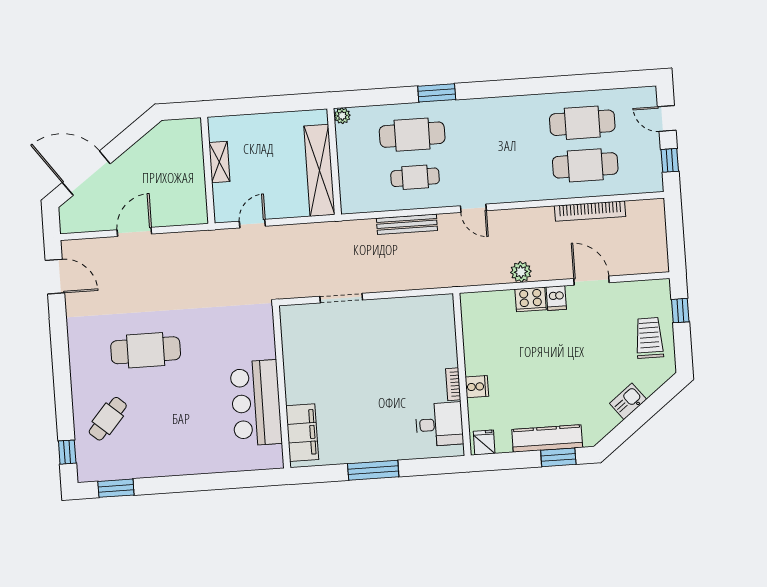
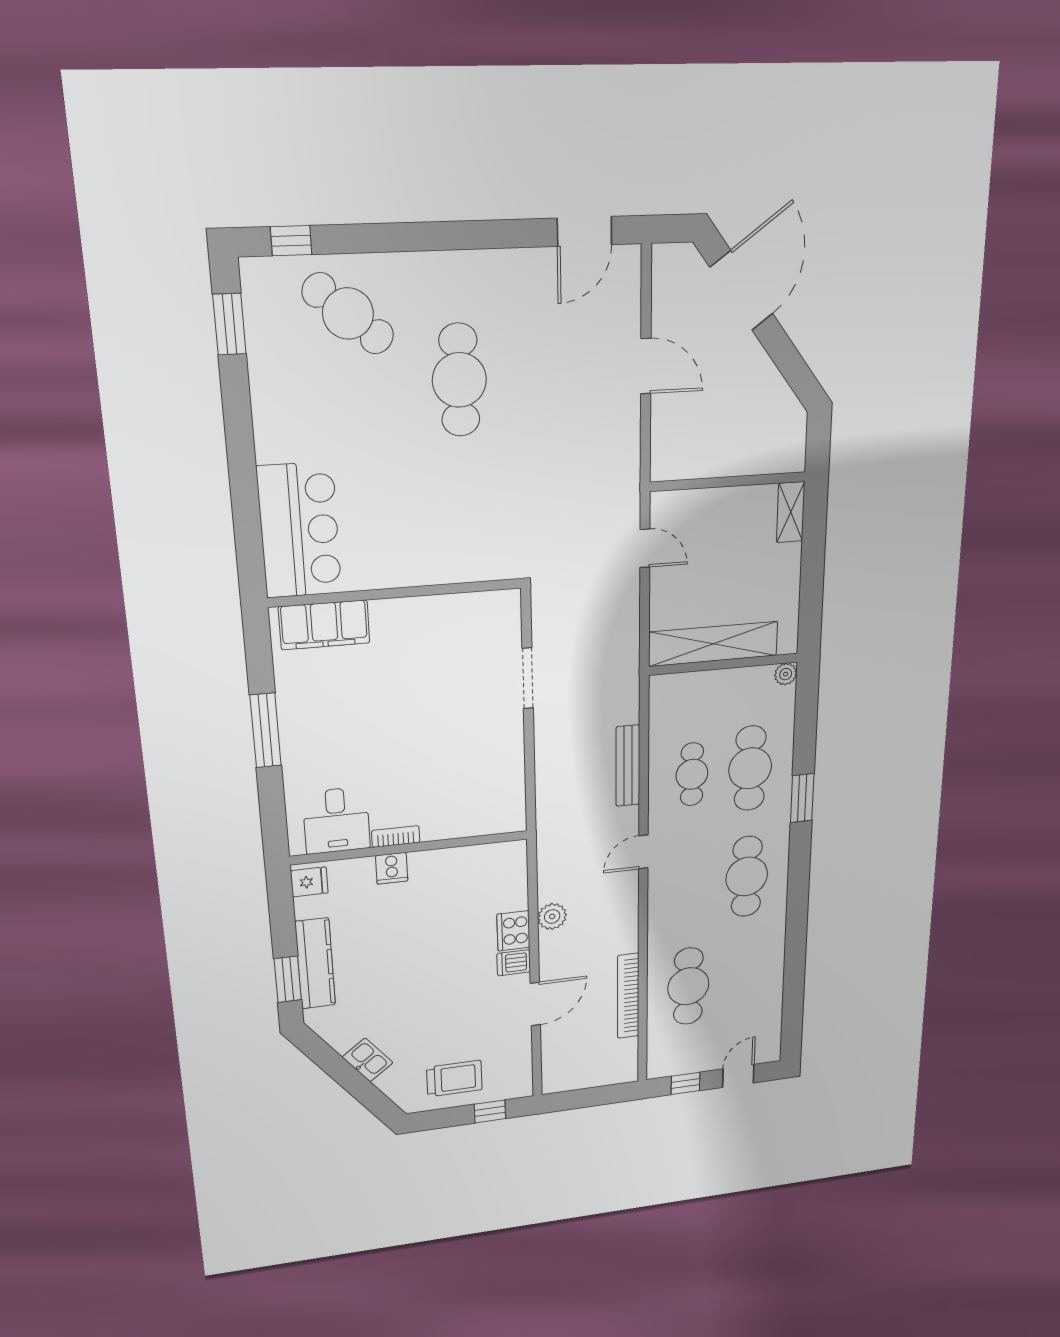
cafe table: (582, 123) -> (747, 877), moved
shelving: (219, 162) -> (791, 512), moved, turned 90
bar counter: (256, 403) -> (299, 530), moved, turned 90
cafe table: (108, 419) -> (348, 314), width x1.37, depth x1.35

